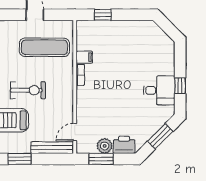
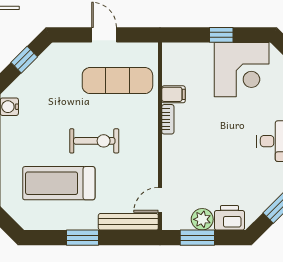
window: (103, 15) -> (221, 35), moved
corner desk: (133, 40) -> (242, 70), added

